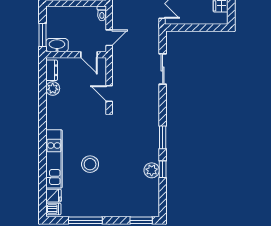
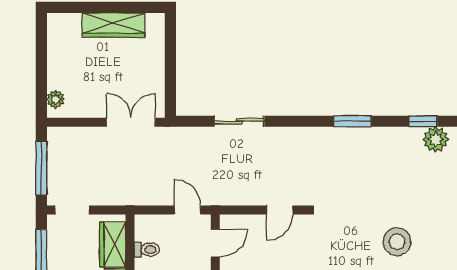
toilet: (102, 13) -> (147, 250), moved
window: (163, 169) -> (423, 121), moved
plant: (152, 170) -> (436, 139), moved

